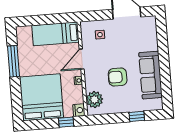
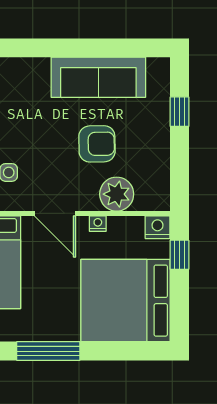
armchair: (118, 77) -> (97, 144), turned -91
plant: (94, 100) -> (117, 194), moved

